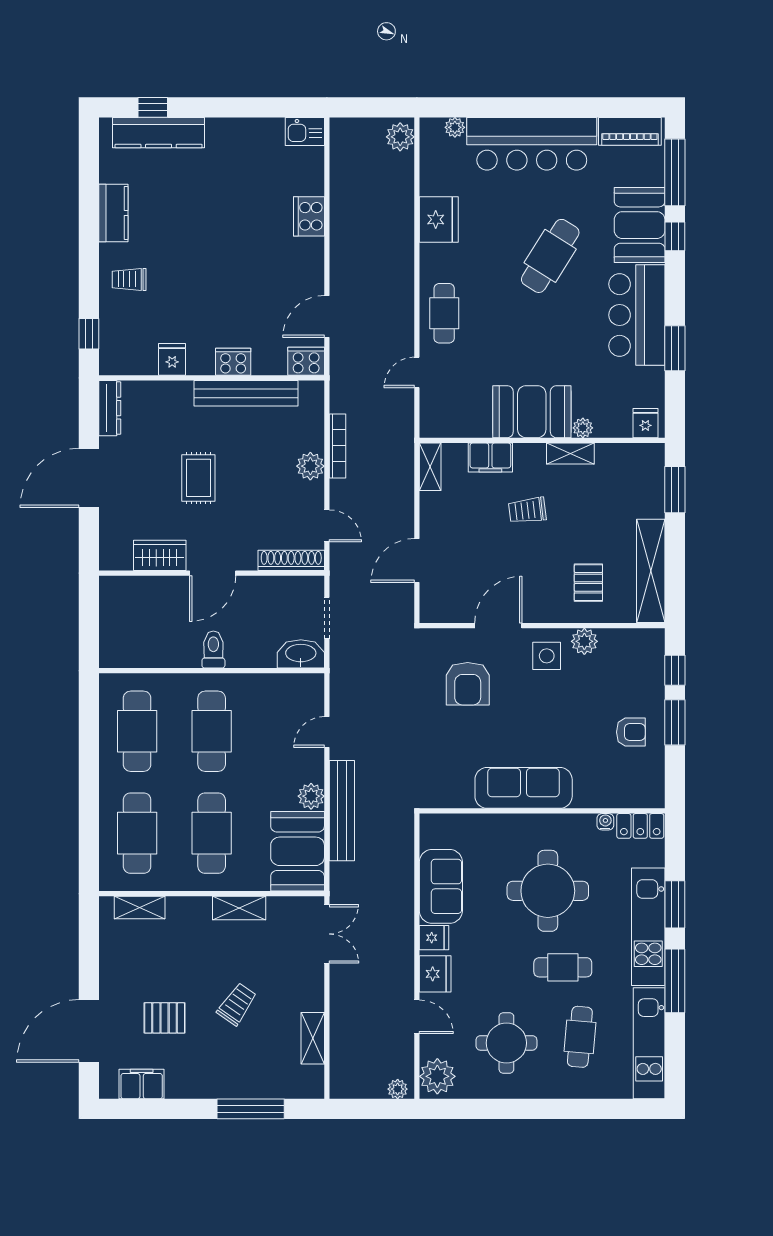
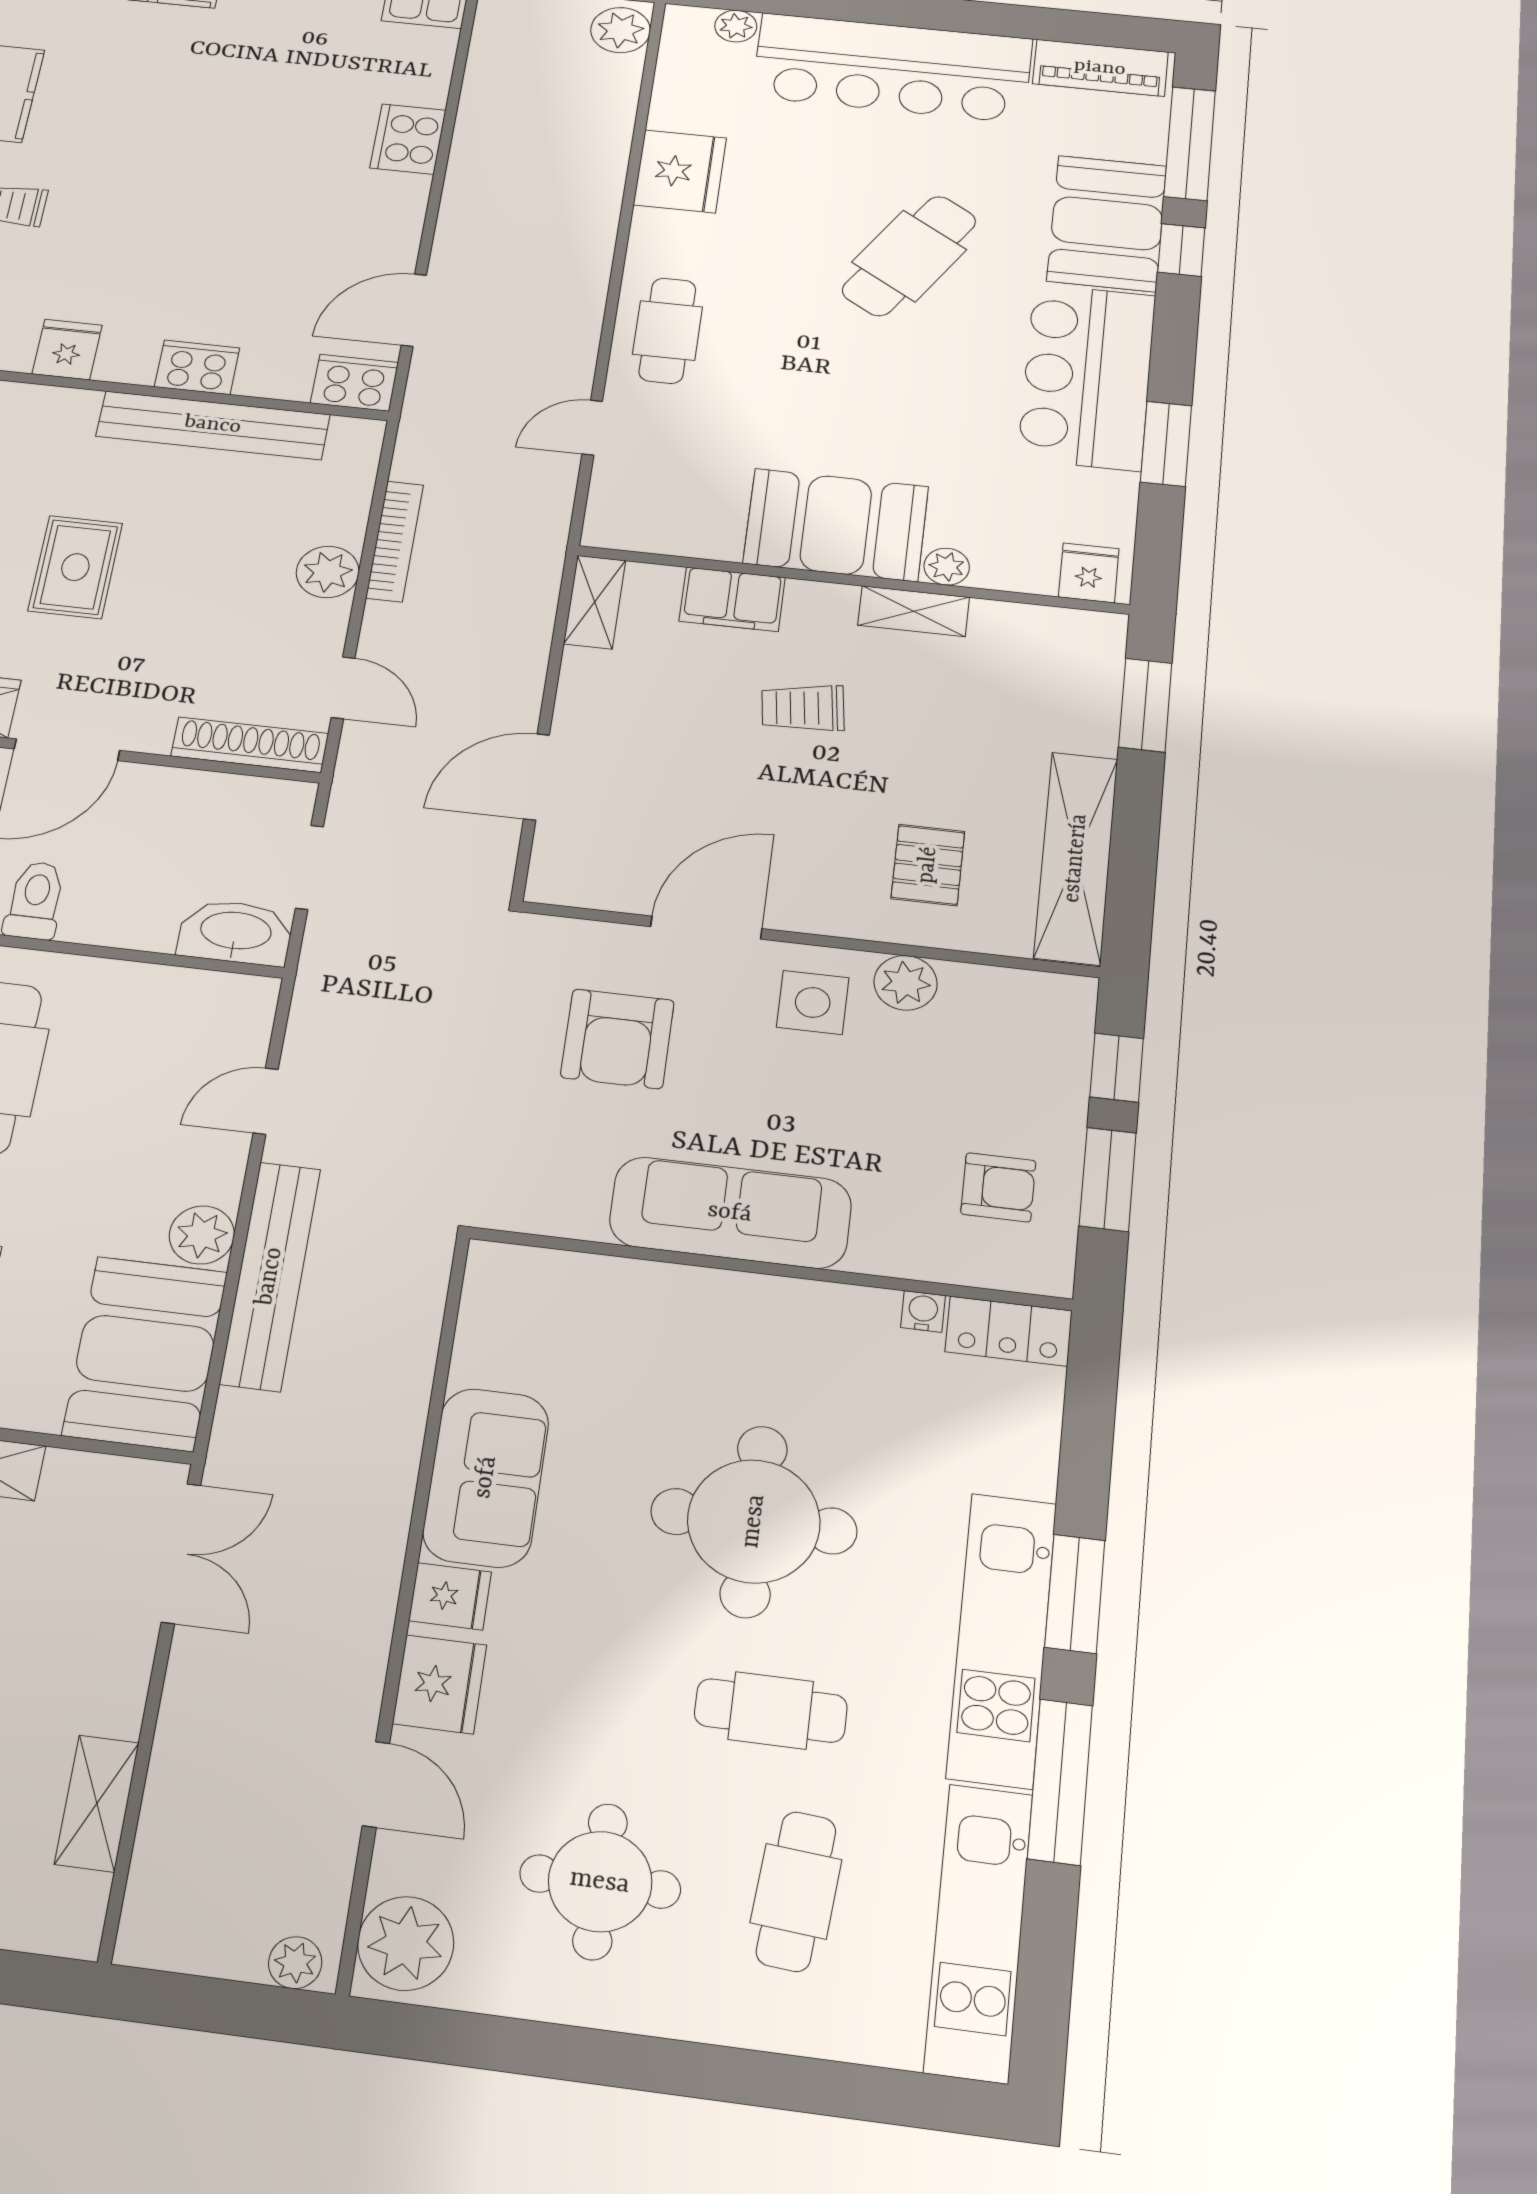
sofa: (524, 788) -> (730, 1213), moved
wall: (542, 811) -> (770, 1269), moved
water cooler: (605, 822) -> (923, 1311), moved
locker: (640, 826) -> (1009, 1331), moved

